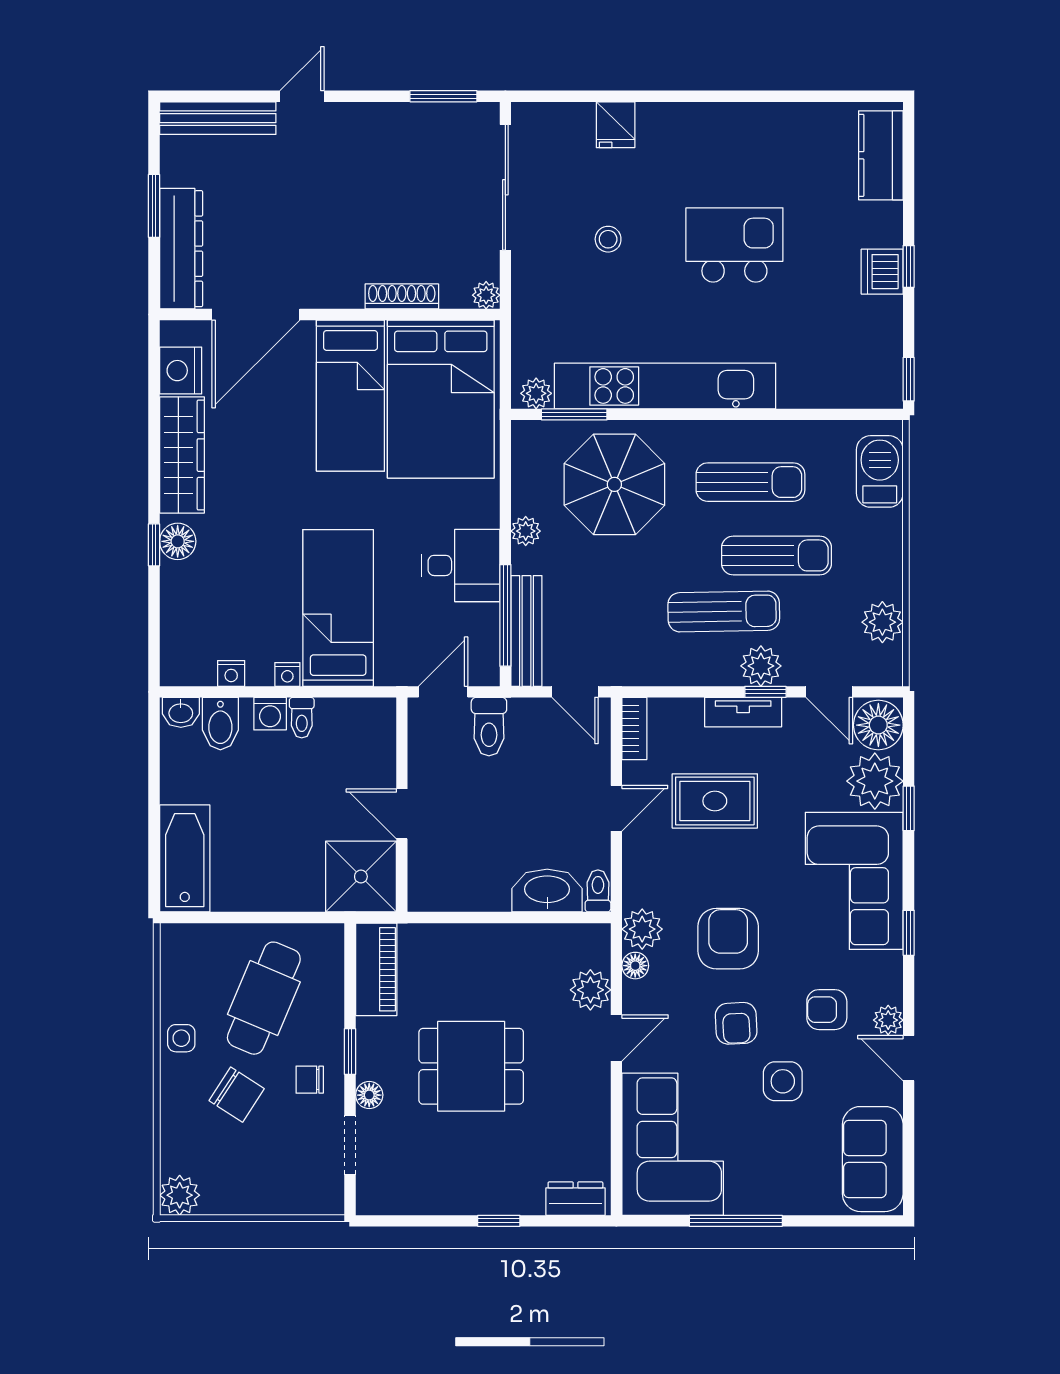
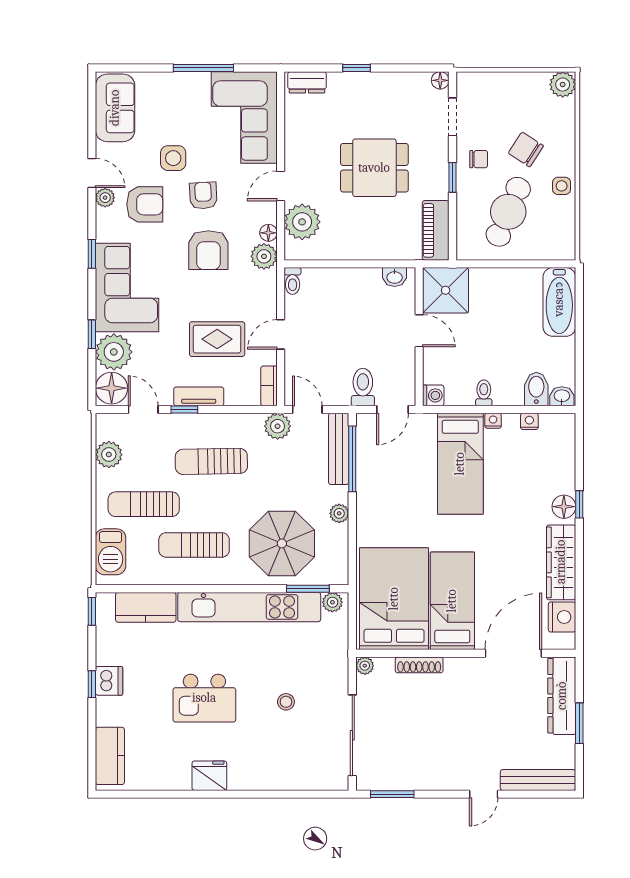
fridge: (616, 125) -> (209, 776), moved, width x1.38
kitchen counter: (825, 386) -> (146, 607), added
sun lounger: (776, 555) -> (144, 504), moved
desk: (461, 565) -> (381, 491), removed
plant: (761, 666) -> (278, 426), moved
washing machine: (270, 714) -> (433, 395), moved, turned 90
washbasin: (547, 891) -> (395, 277), moved, width x0.52, depth x0.69
plant: (590, 990) -> (302, 222), width x1.36, depth x1.36
armchair: (827, 1010) -> (145, 204), width x1.38, depth x1.38
floor lamp: (369, 1095) -> (440, 80), moved

